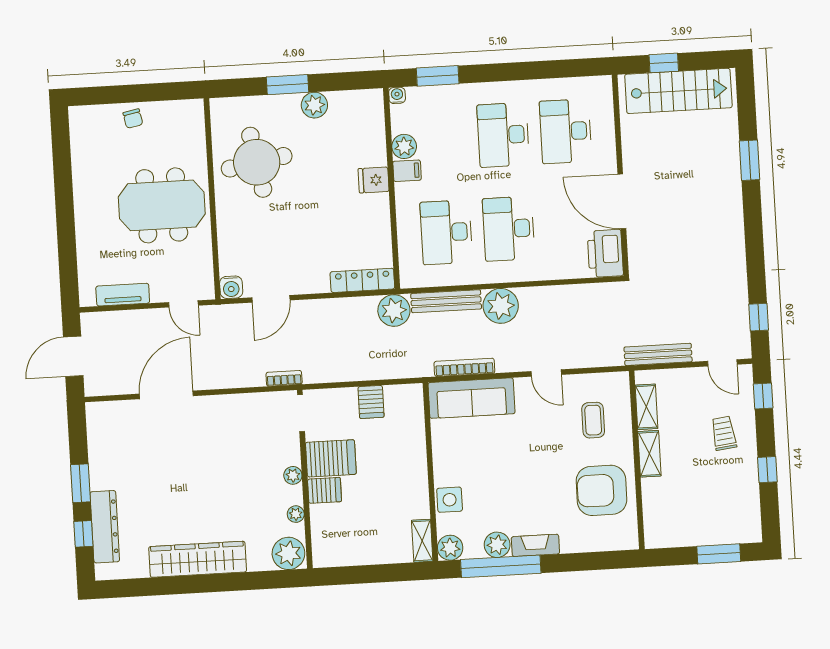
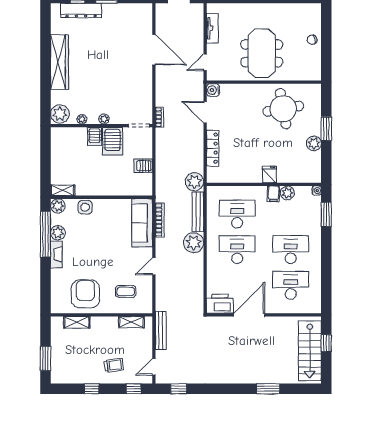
locker: (362, 280) -> (213, 148), moved
shelving: (649, 454) -> (77, 322), moved

